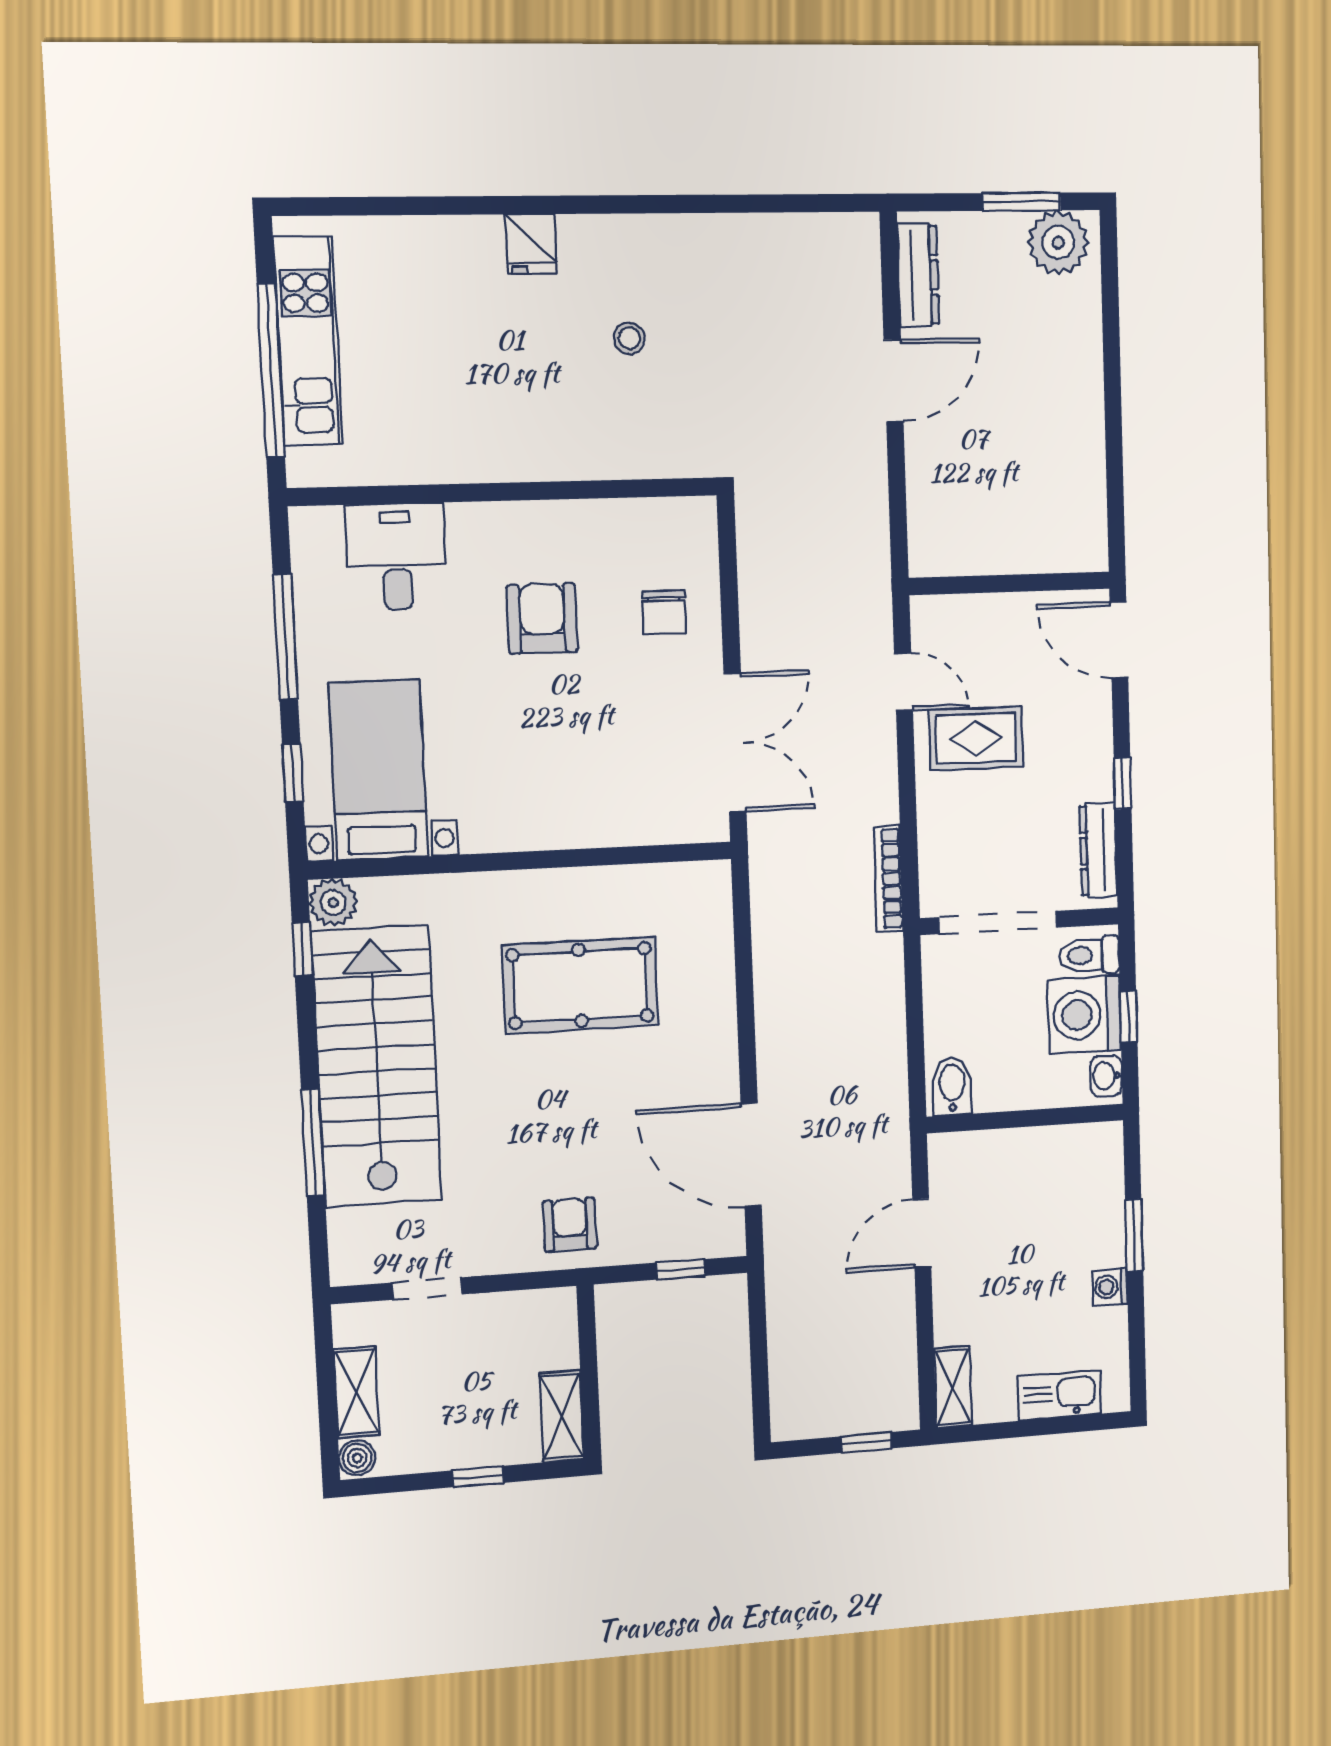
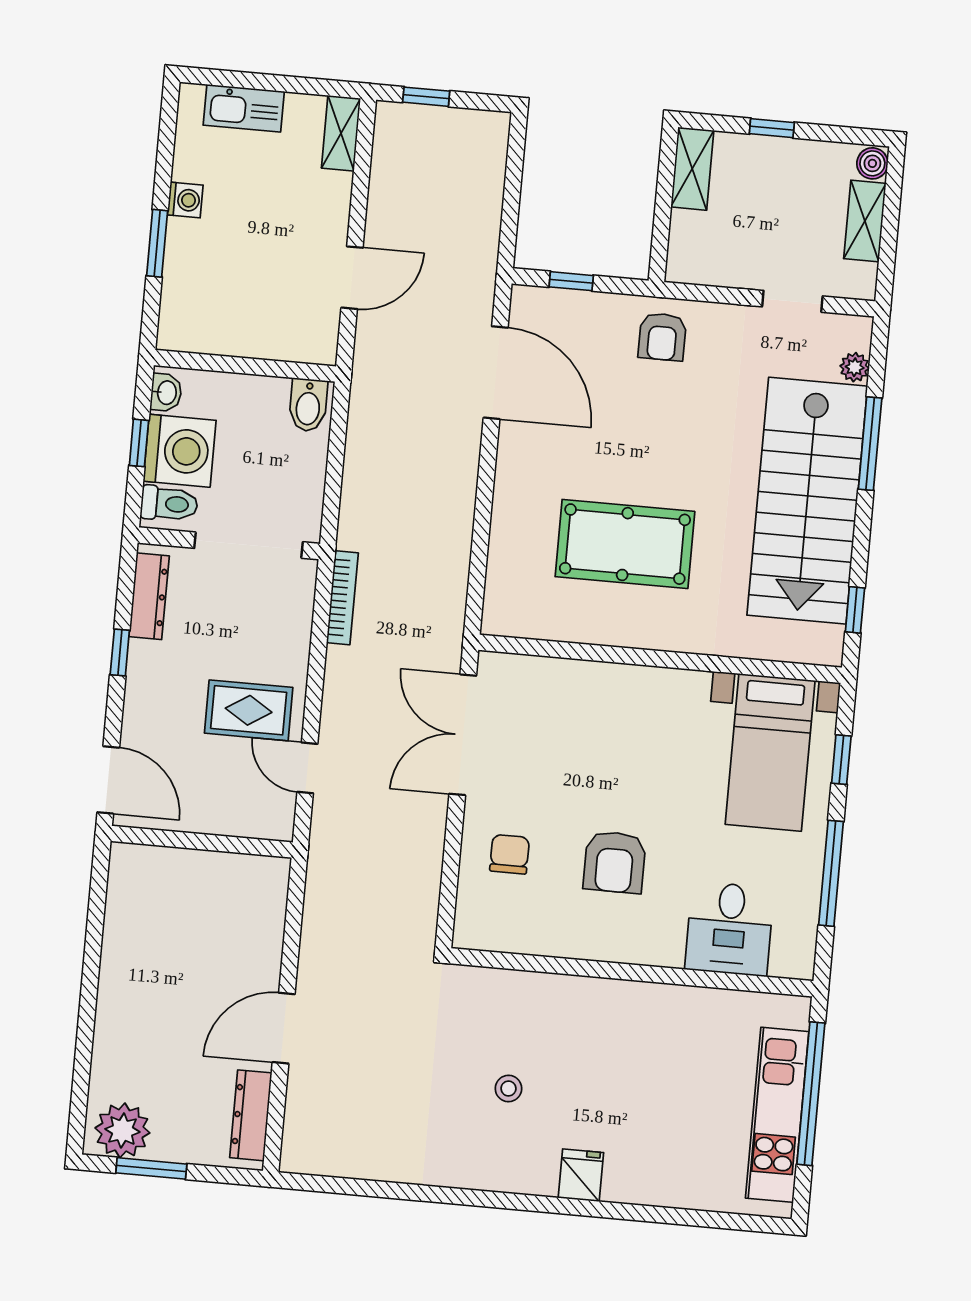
plant: (333, 902) -> (855, 367), moved, width x0.73, depth x0.73

